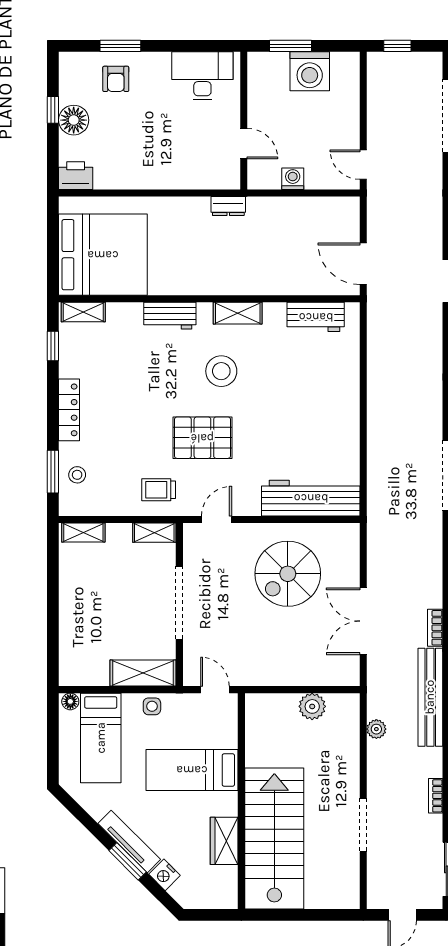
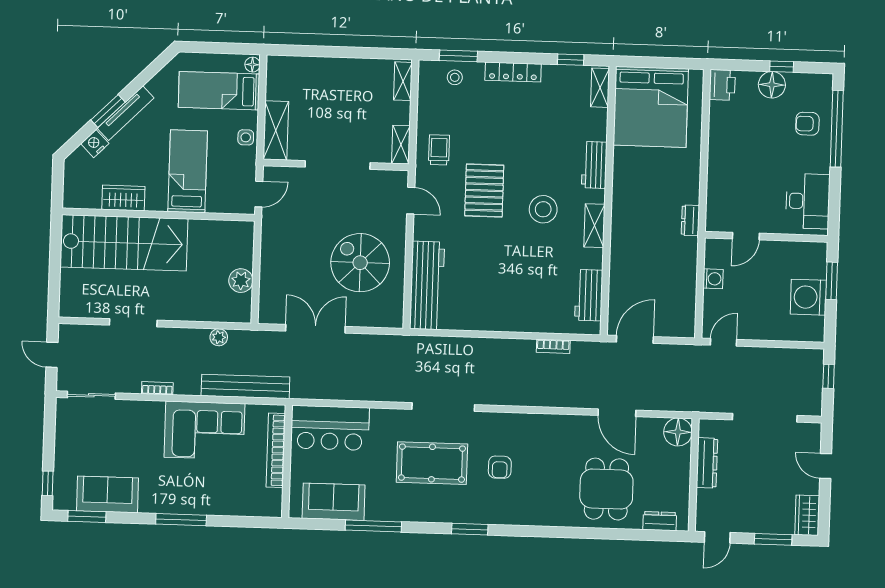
window: (120, 46) -> (837, 129), width x2.11
bookcase: (435, 628) -> (553, 346), moved, turned 180

